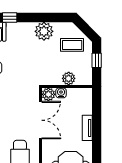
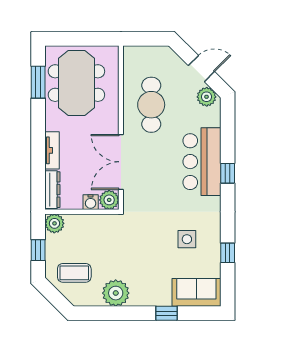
plant: (69, 78) -> (54, 223), moved
dresser: (87, 101) -> (52, 190), added

